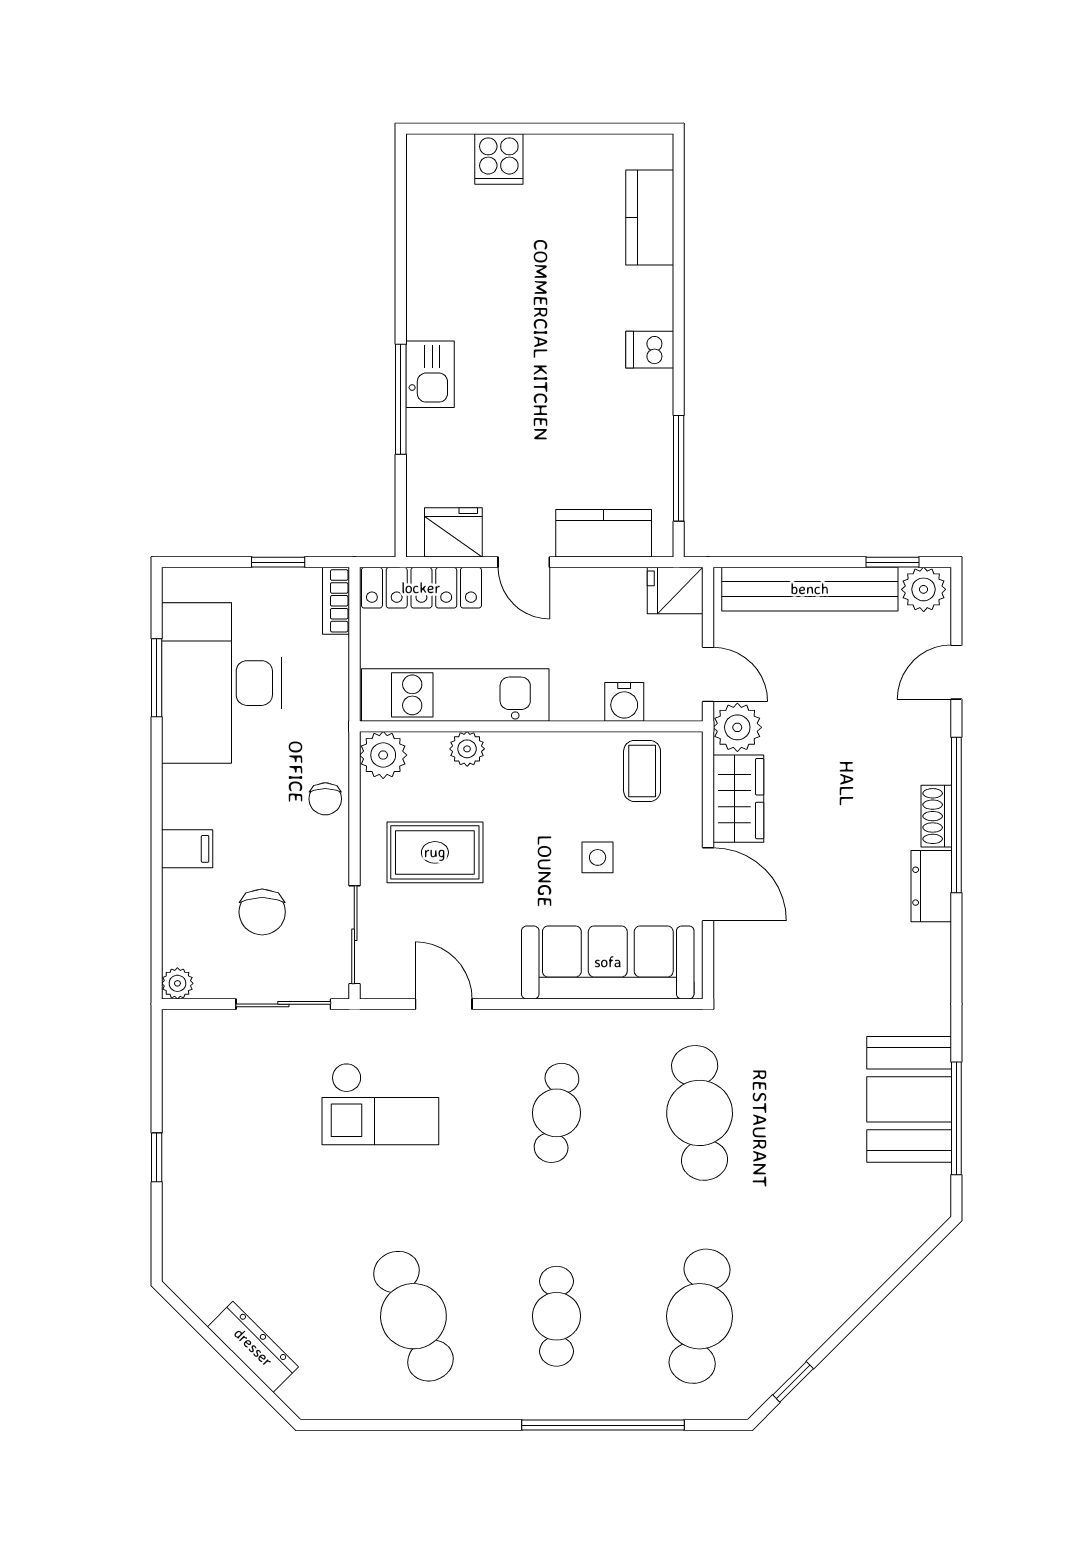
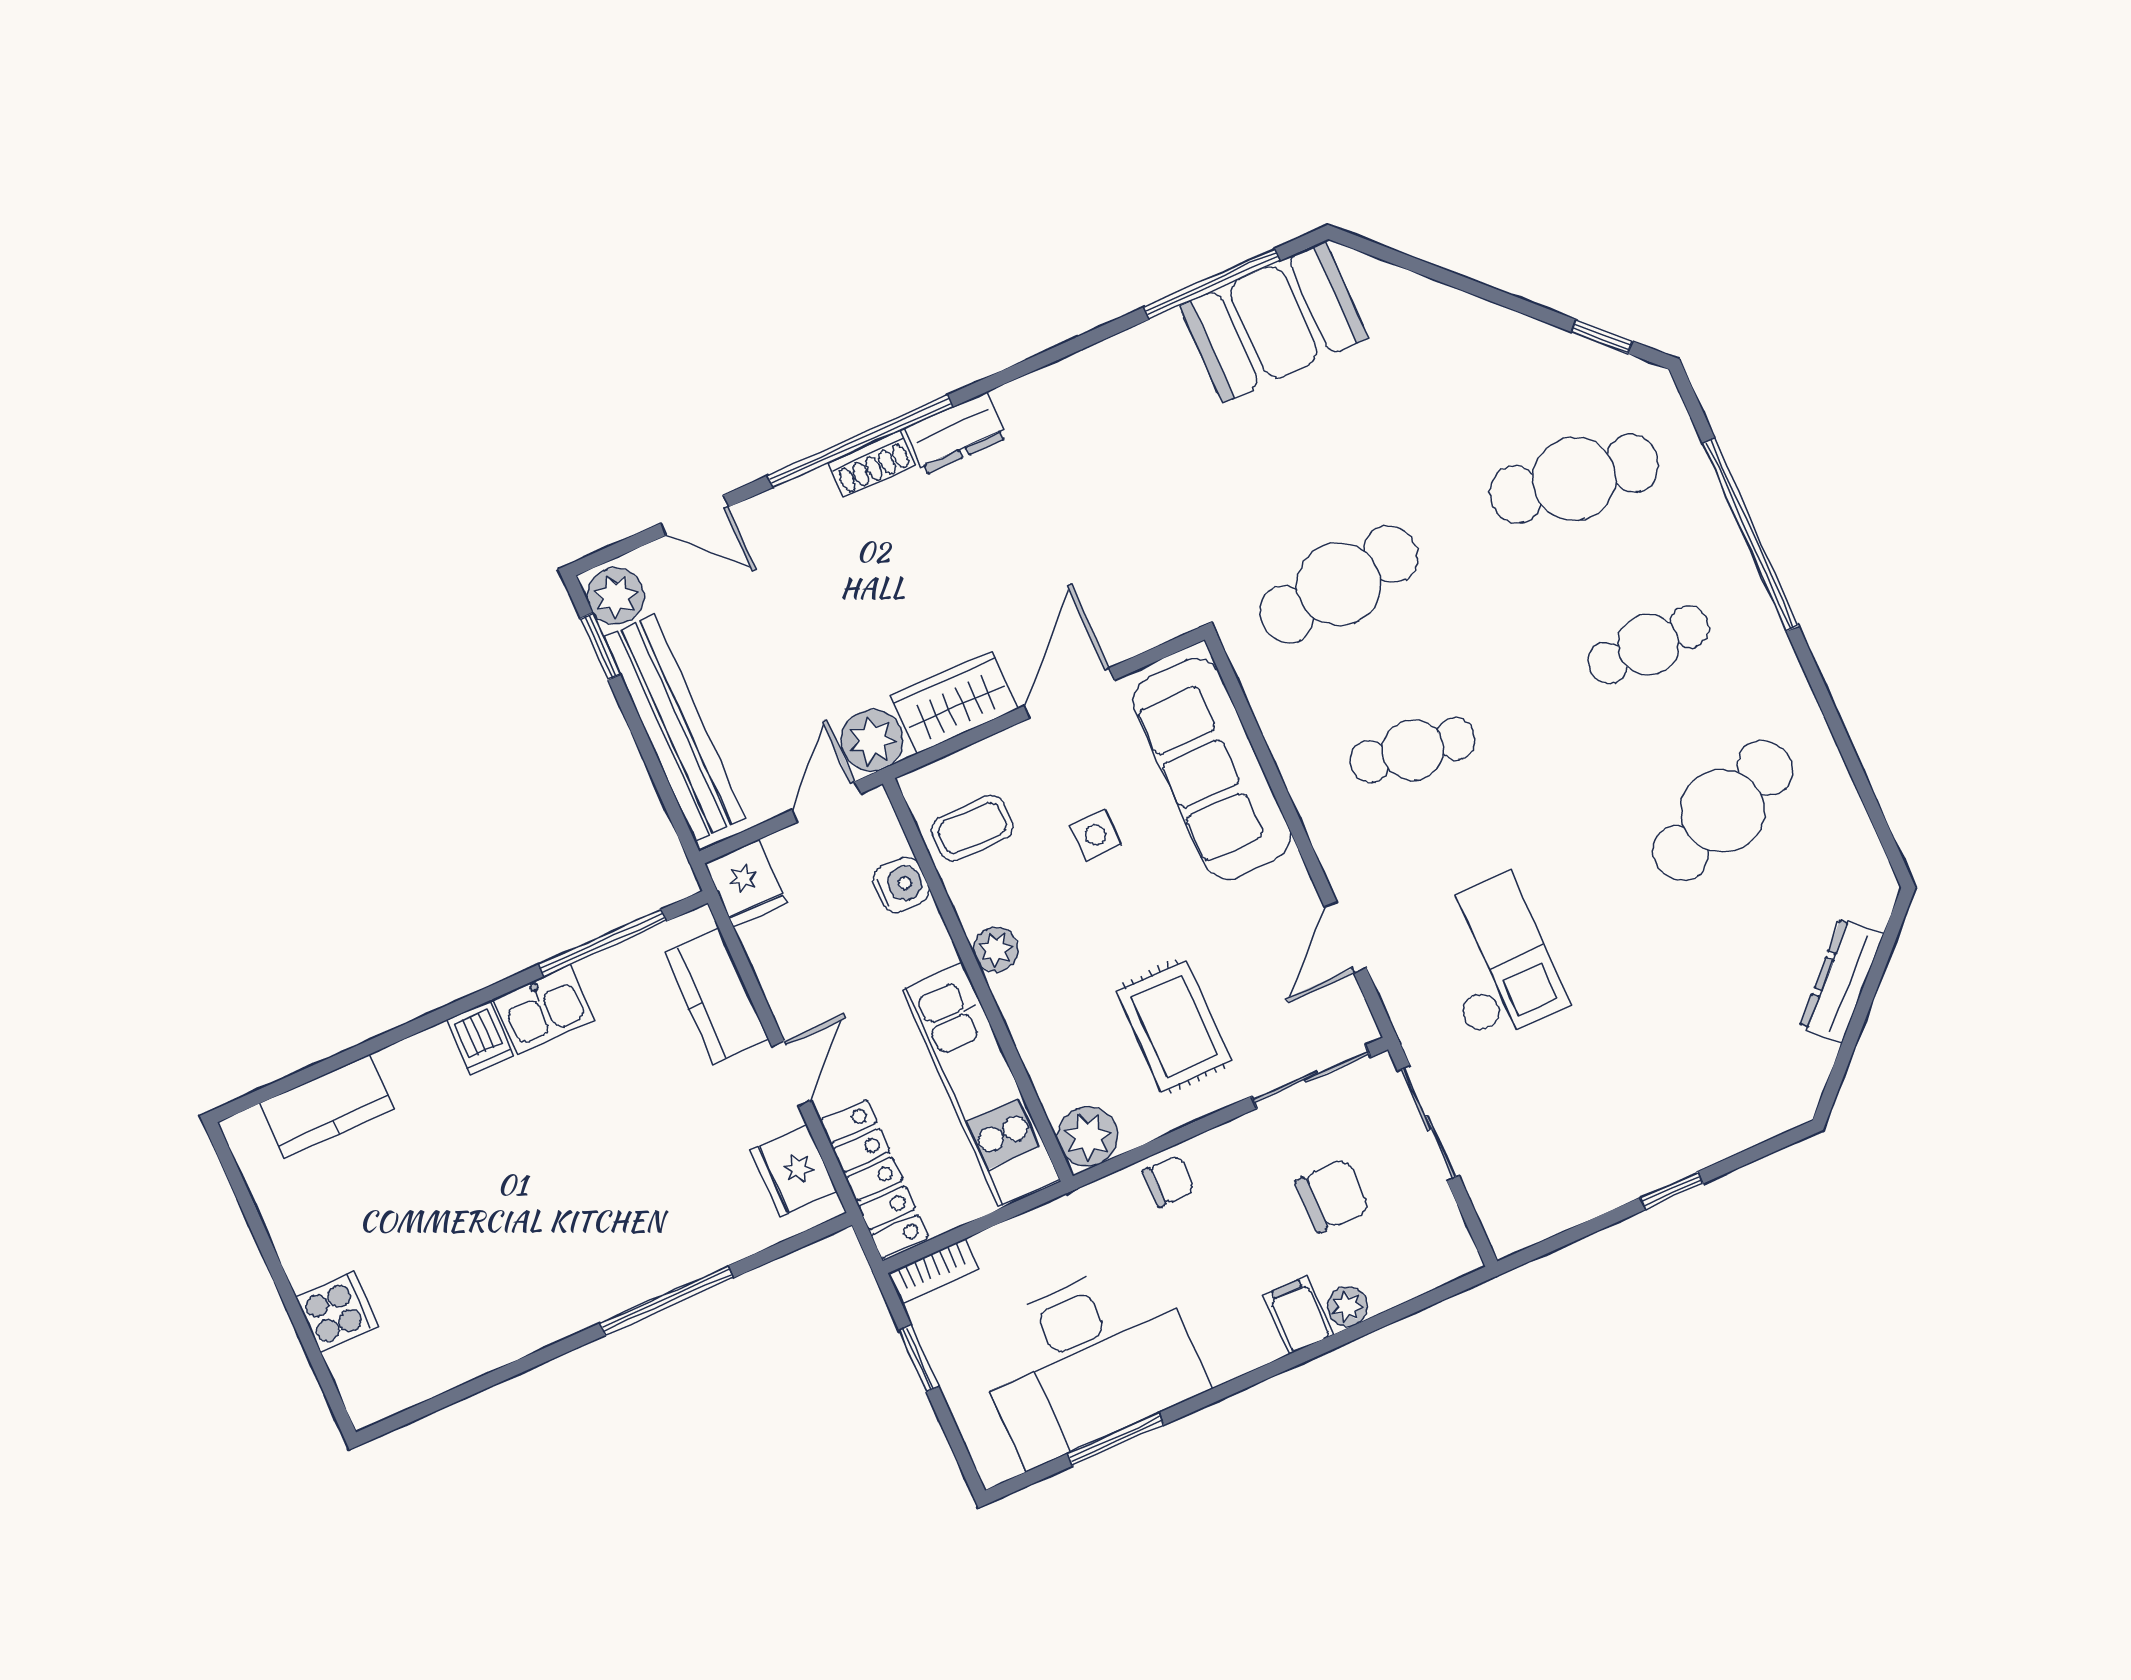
kitchen sink: (430, 374) -> (544, 1010), moved, turned 180
plant: (467, 749) -> (996, 949), moved
plant: (177, 983) -> (1348, 1307), moved
booth: (909, 1099) -> (1274, 322), moved

